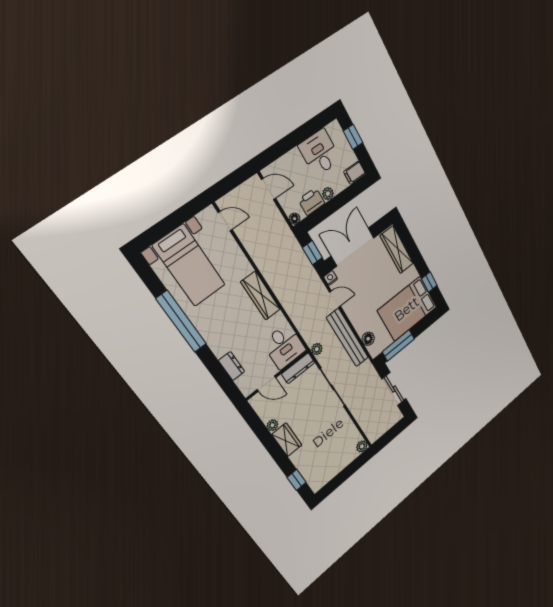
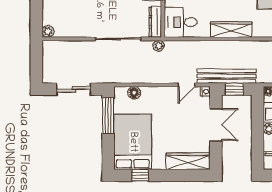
double door: (353, 247) -> (216, 125), width x0.73
bench: (348, 338) -> (227, 76), moved

